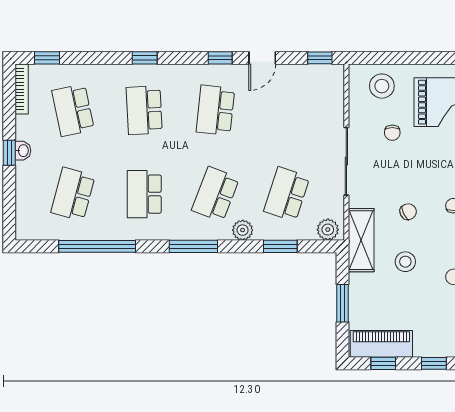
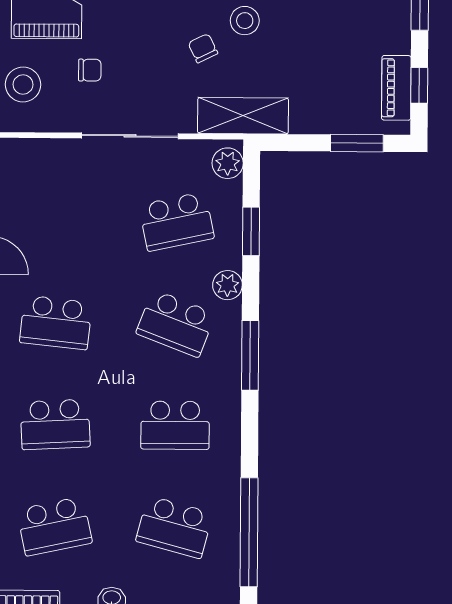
school desk: (287, 194) -> (176, 222), turned -30
window: (97, 246) -> (249, 532), moved
stool: (405, 262) -> (245, 21), moved
window: (342, 303) -> (357, 143), moved
piano: (381, 344) -> (396, 88), width x0.73, depth x0.75

